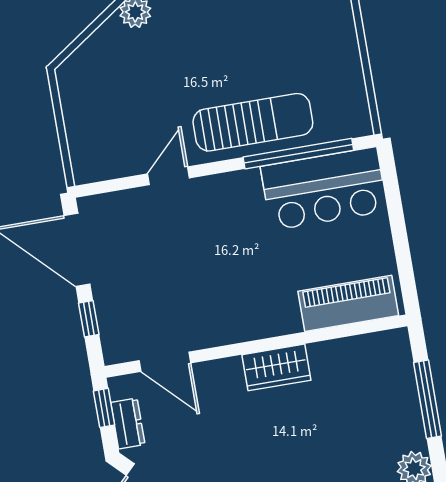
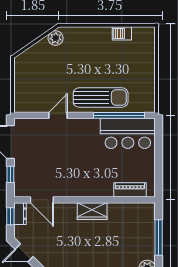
piano: (348, 303) -> (130, 190), width x0.73, depth x0.75
dresser: (128, 423) -> (20, 214), moved

